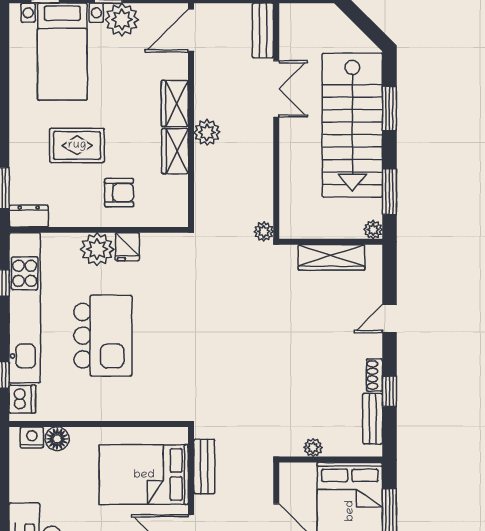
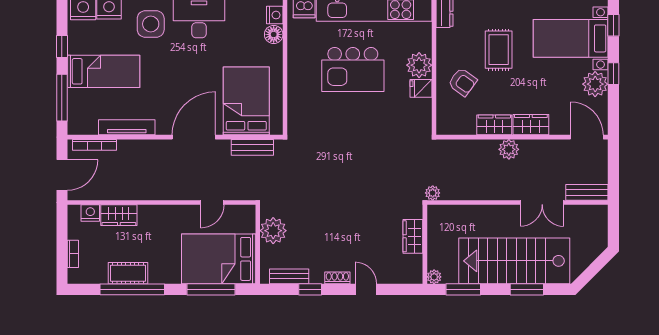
armchair: (119, 193) -> (462, 82), turned -54
wardrobe: (331, 257) -> (413, 236), width x0.67
shoe rack: (374, 375) -> (337, 278), moved
plant: (313, 447) -> (273, 231), width x1.87, depth x1.87

